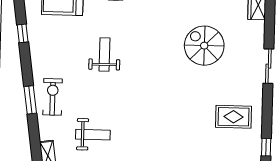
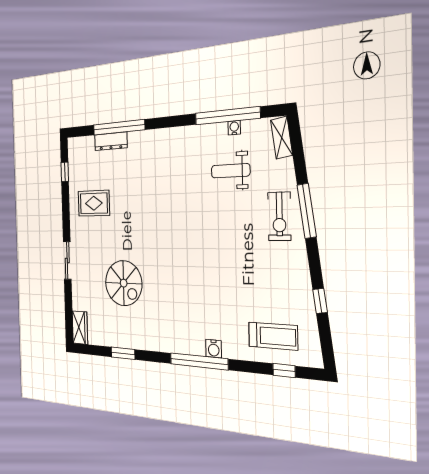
weight bench: (105, 54) -> (222, 273), removed
window: (30, 100) -> (307, 211), width x1.44

